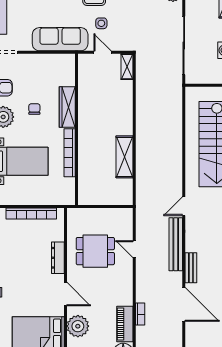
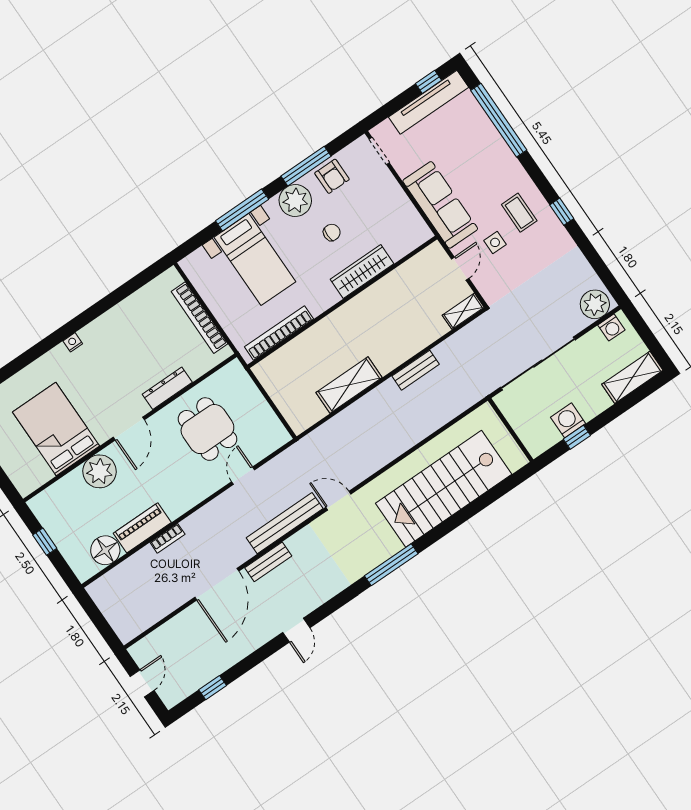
bench: (141, 115) -> (416, 370), added
bookcase: (70, 153) -> (279, 333), moved

